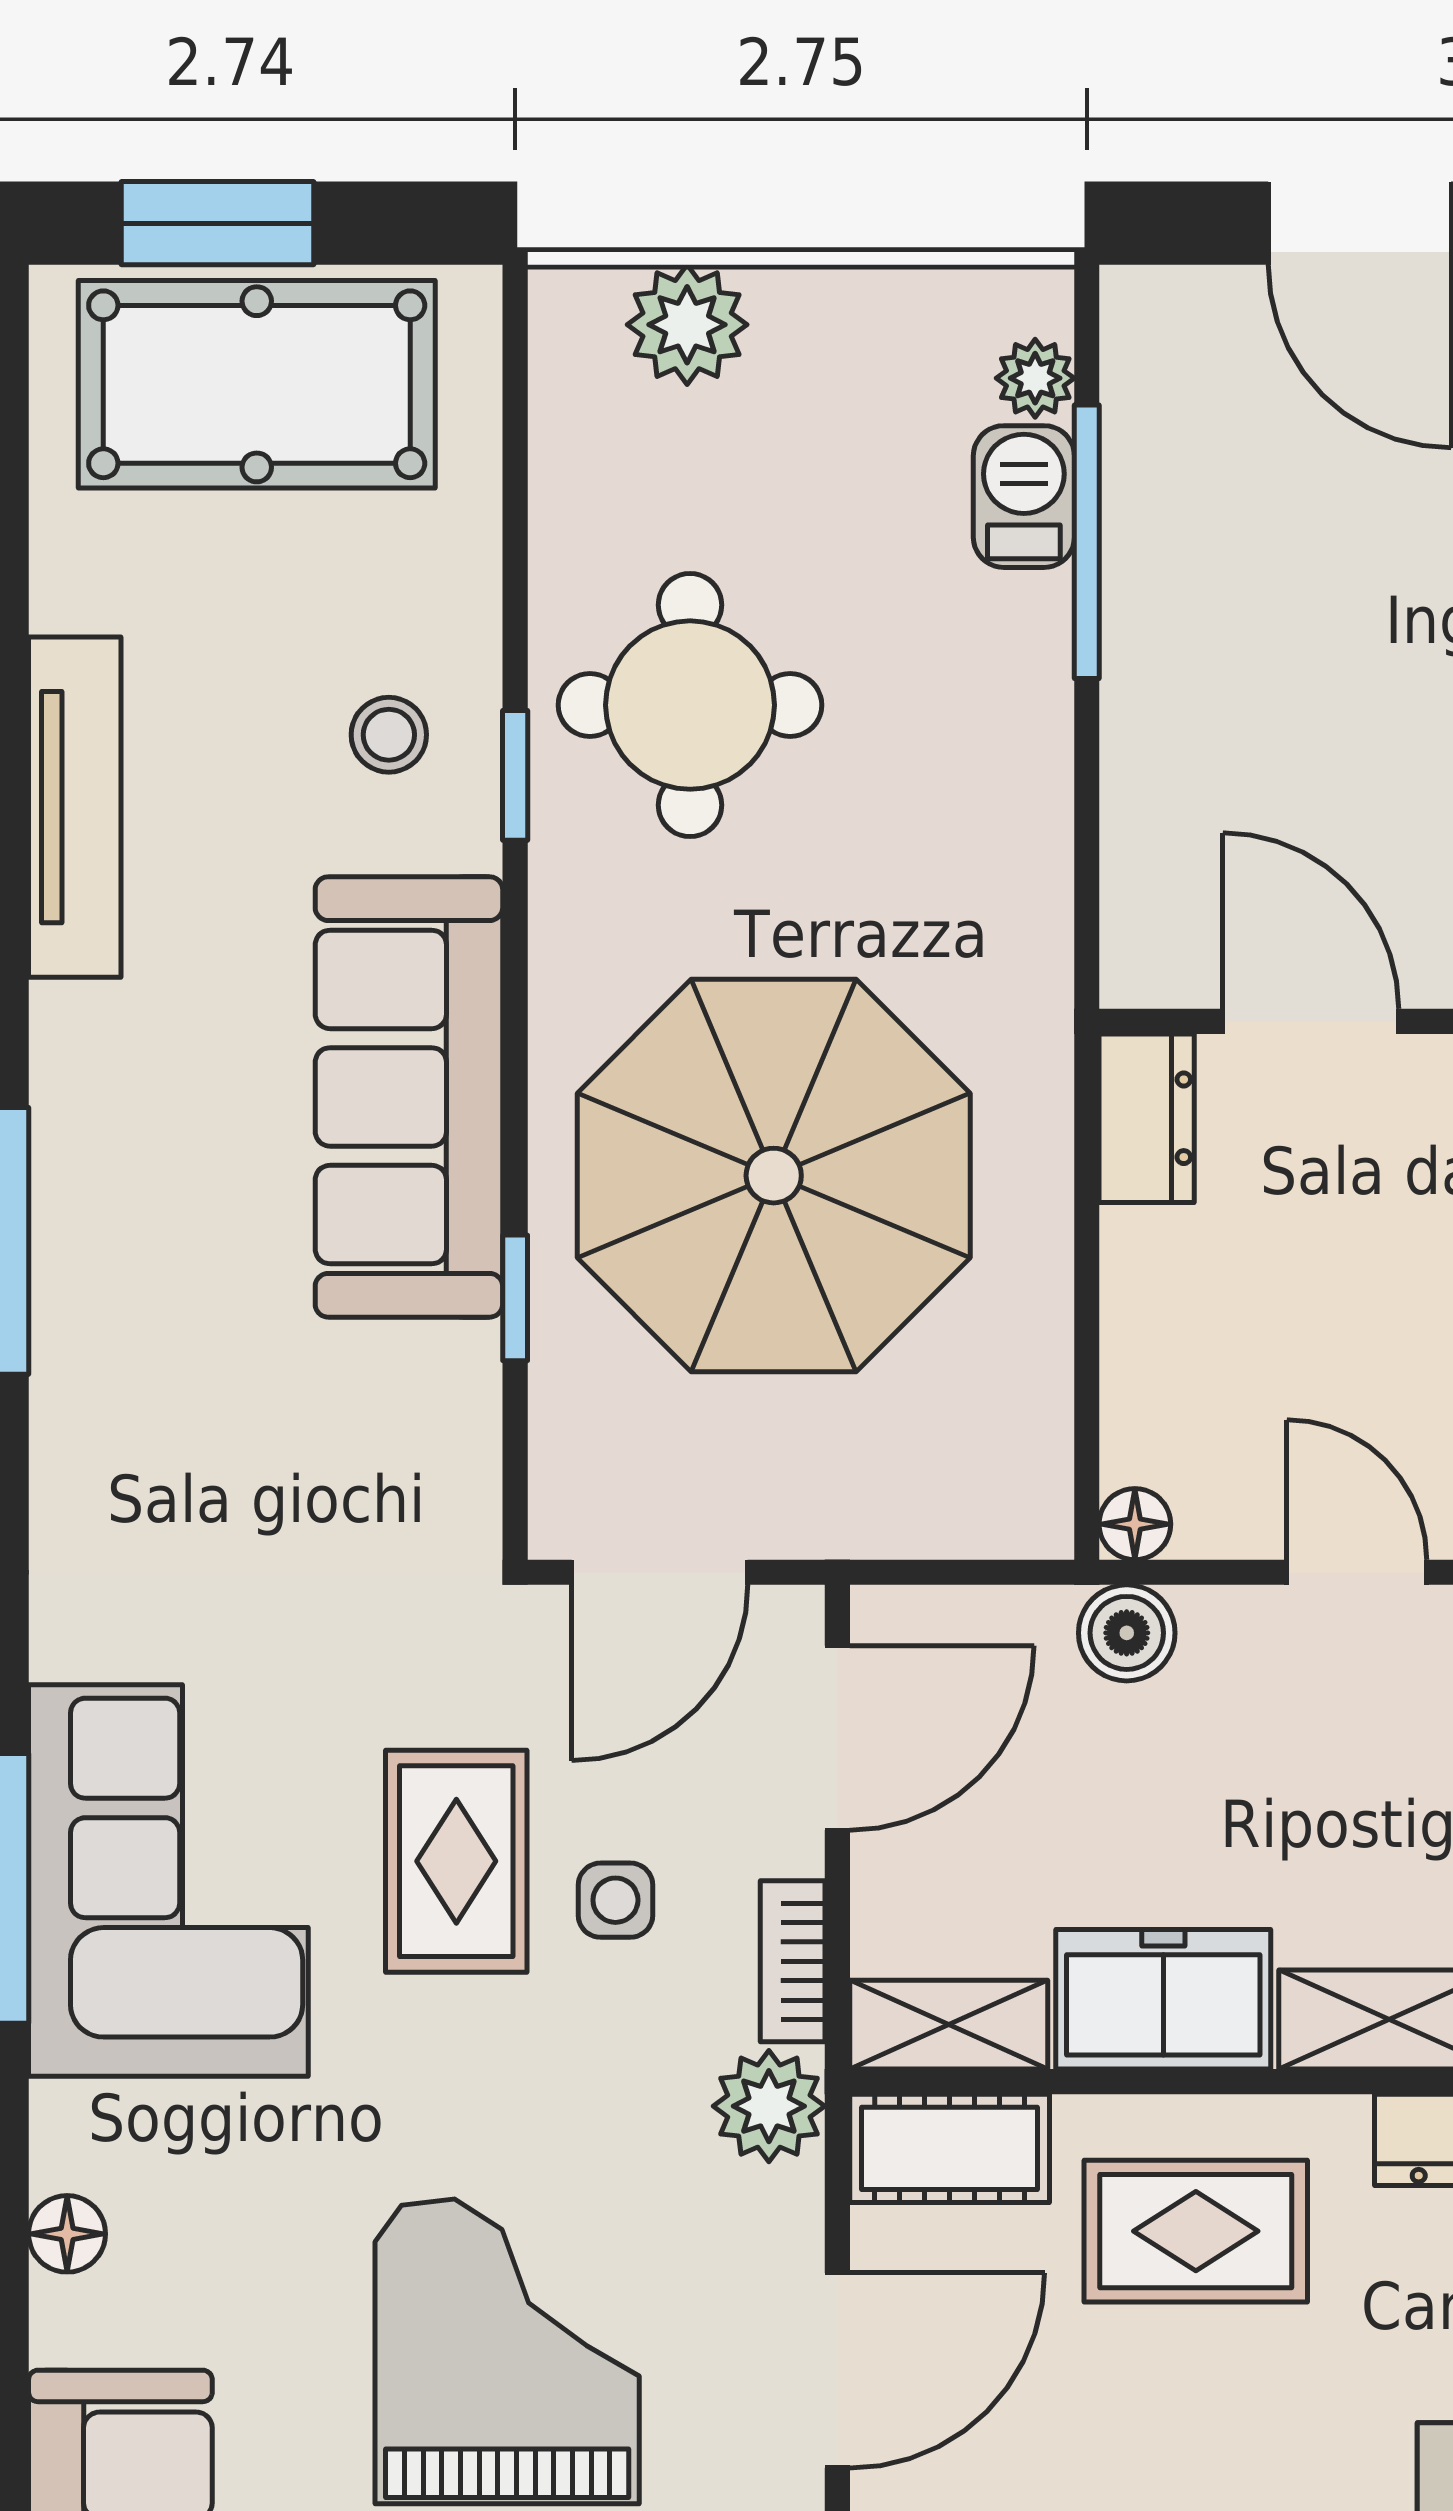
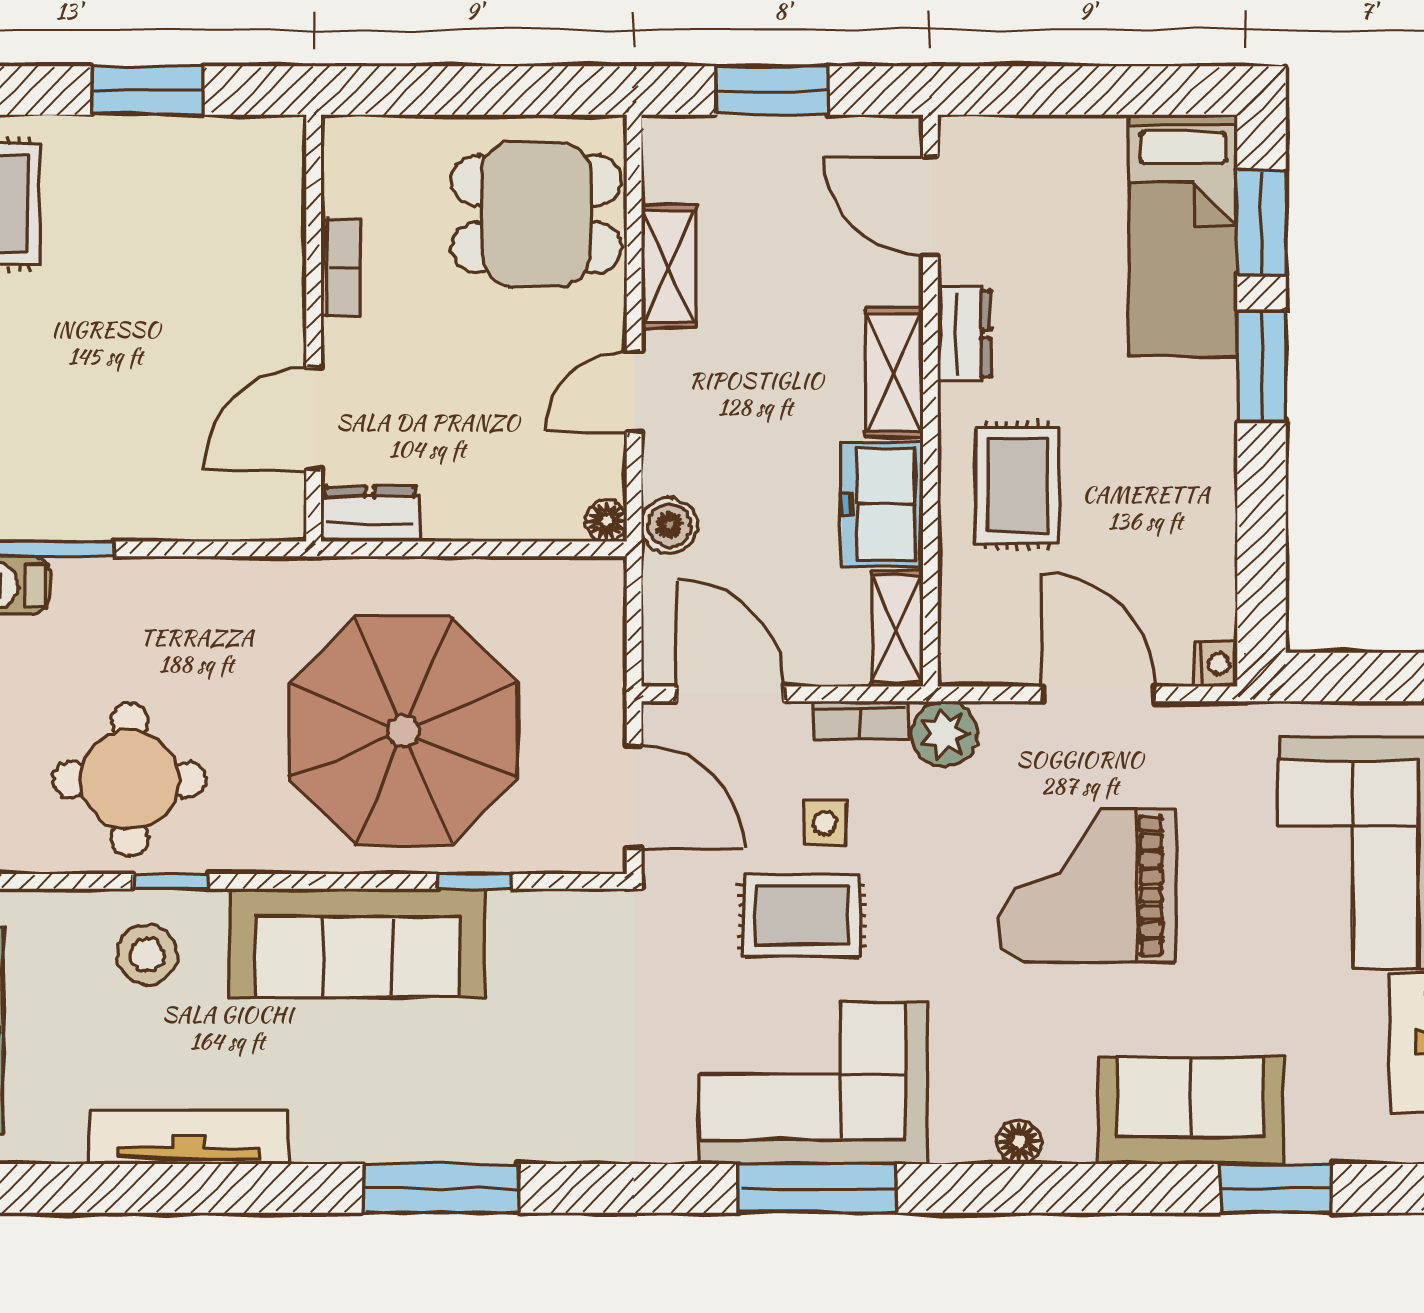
stool: (389, 735) -> (147, 955), width x1.37, depth x1.37
cot: (950, 2148) -> (969, 629), removed

